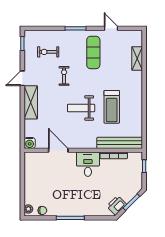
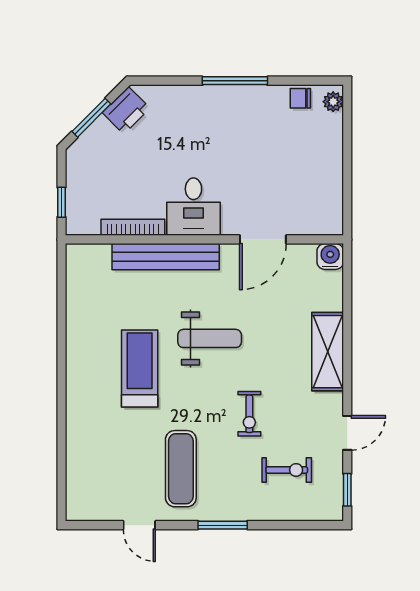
shelving: (137, 58) -> (78, 455), removed
door: (22, 78) -> (347, 433), moved
treadmill: (112, 107) -> (140, 368), moved
bench: (120, 143) -> (166, 257), moved
door: (58, 150) -> (263, 239), hinge flipped

